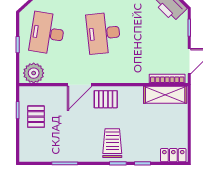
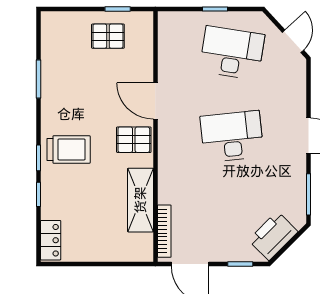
plant: (34, 73) -> (173, 33), removed
shelving: (165, 95) -> (140, 200), moved
pallet: (106, 99) -> (134, 140), turned 90

